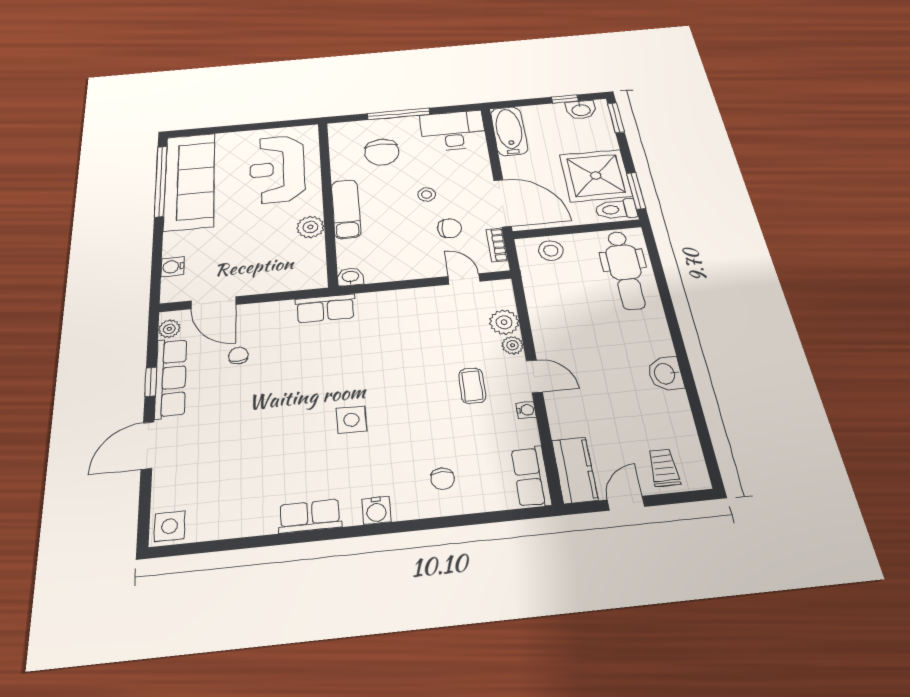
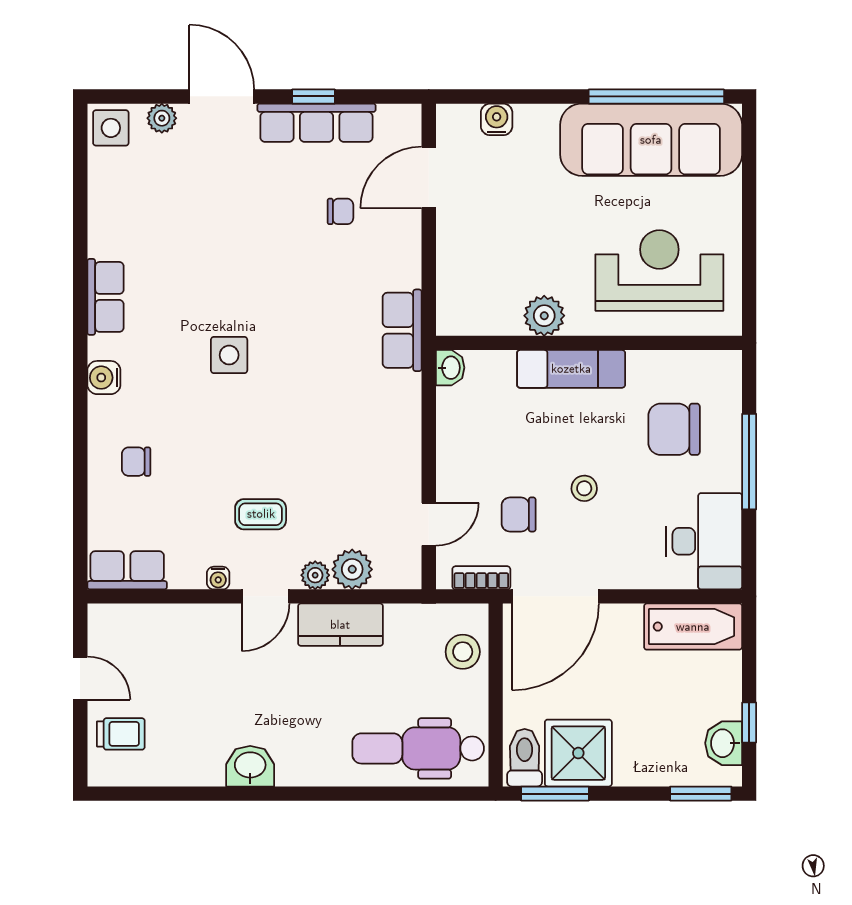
shower: (596, 175) -> (578, 753), width x0.73, depth x0.73
chair: (450, 228) -> (519, 514), turned 90
plant: (169, 329) -> (162, 118), moved
kitchen counter: (575, 470) -> (340, 625), moved

